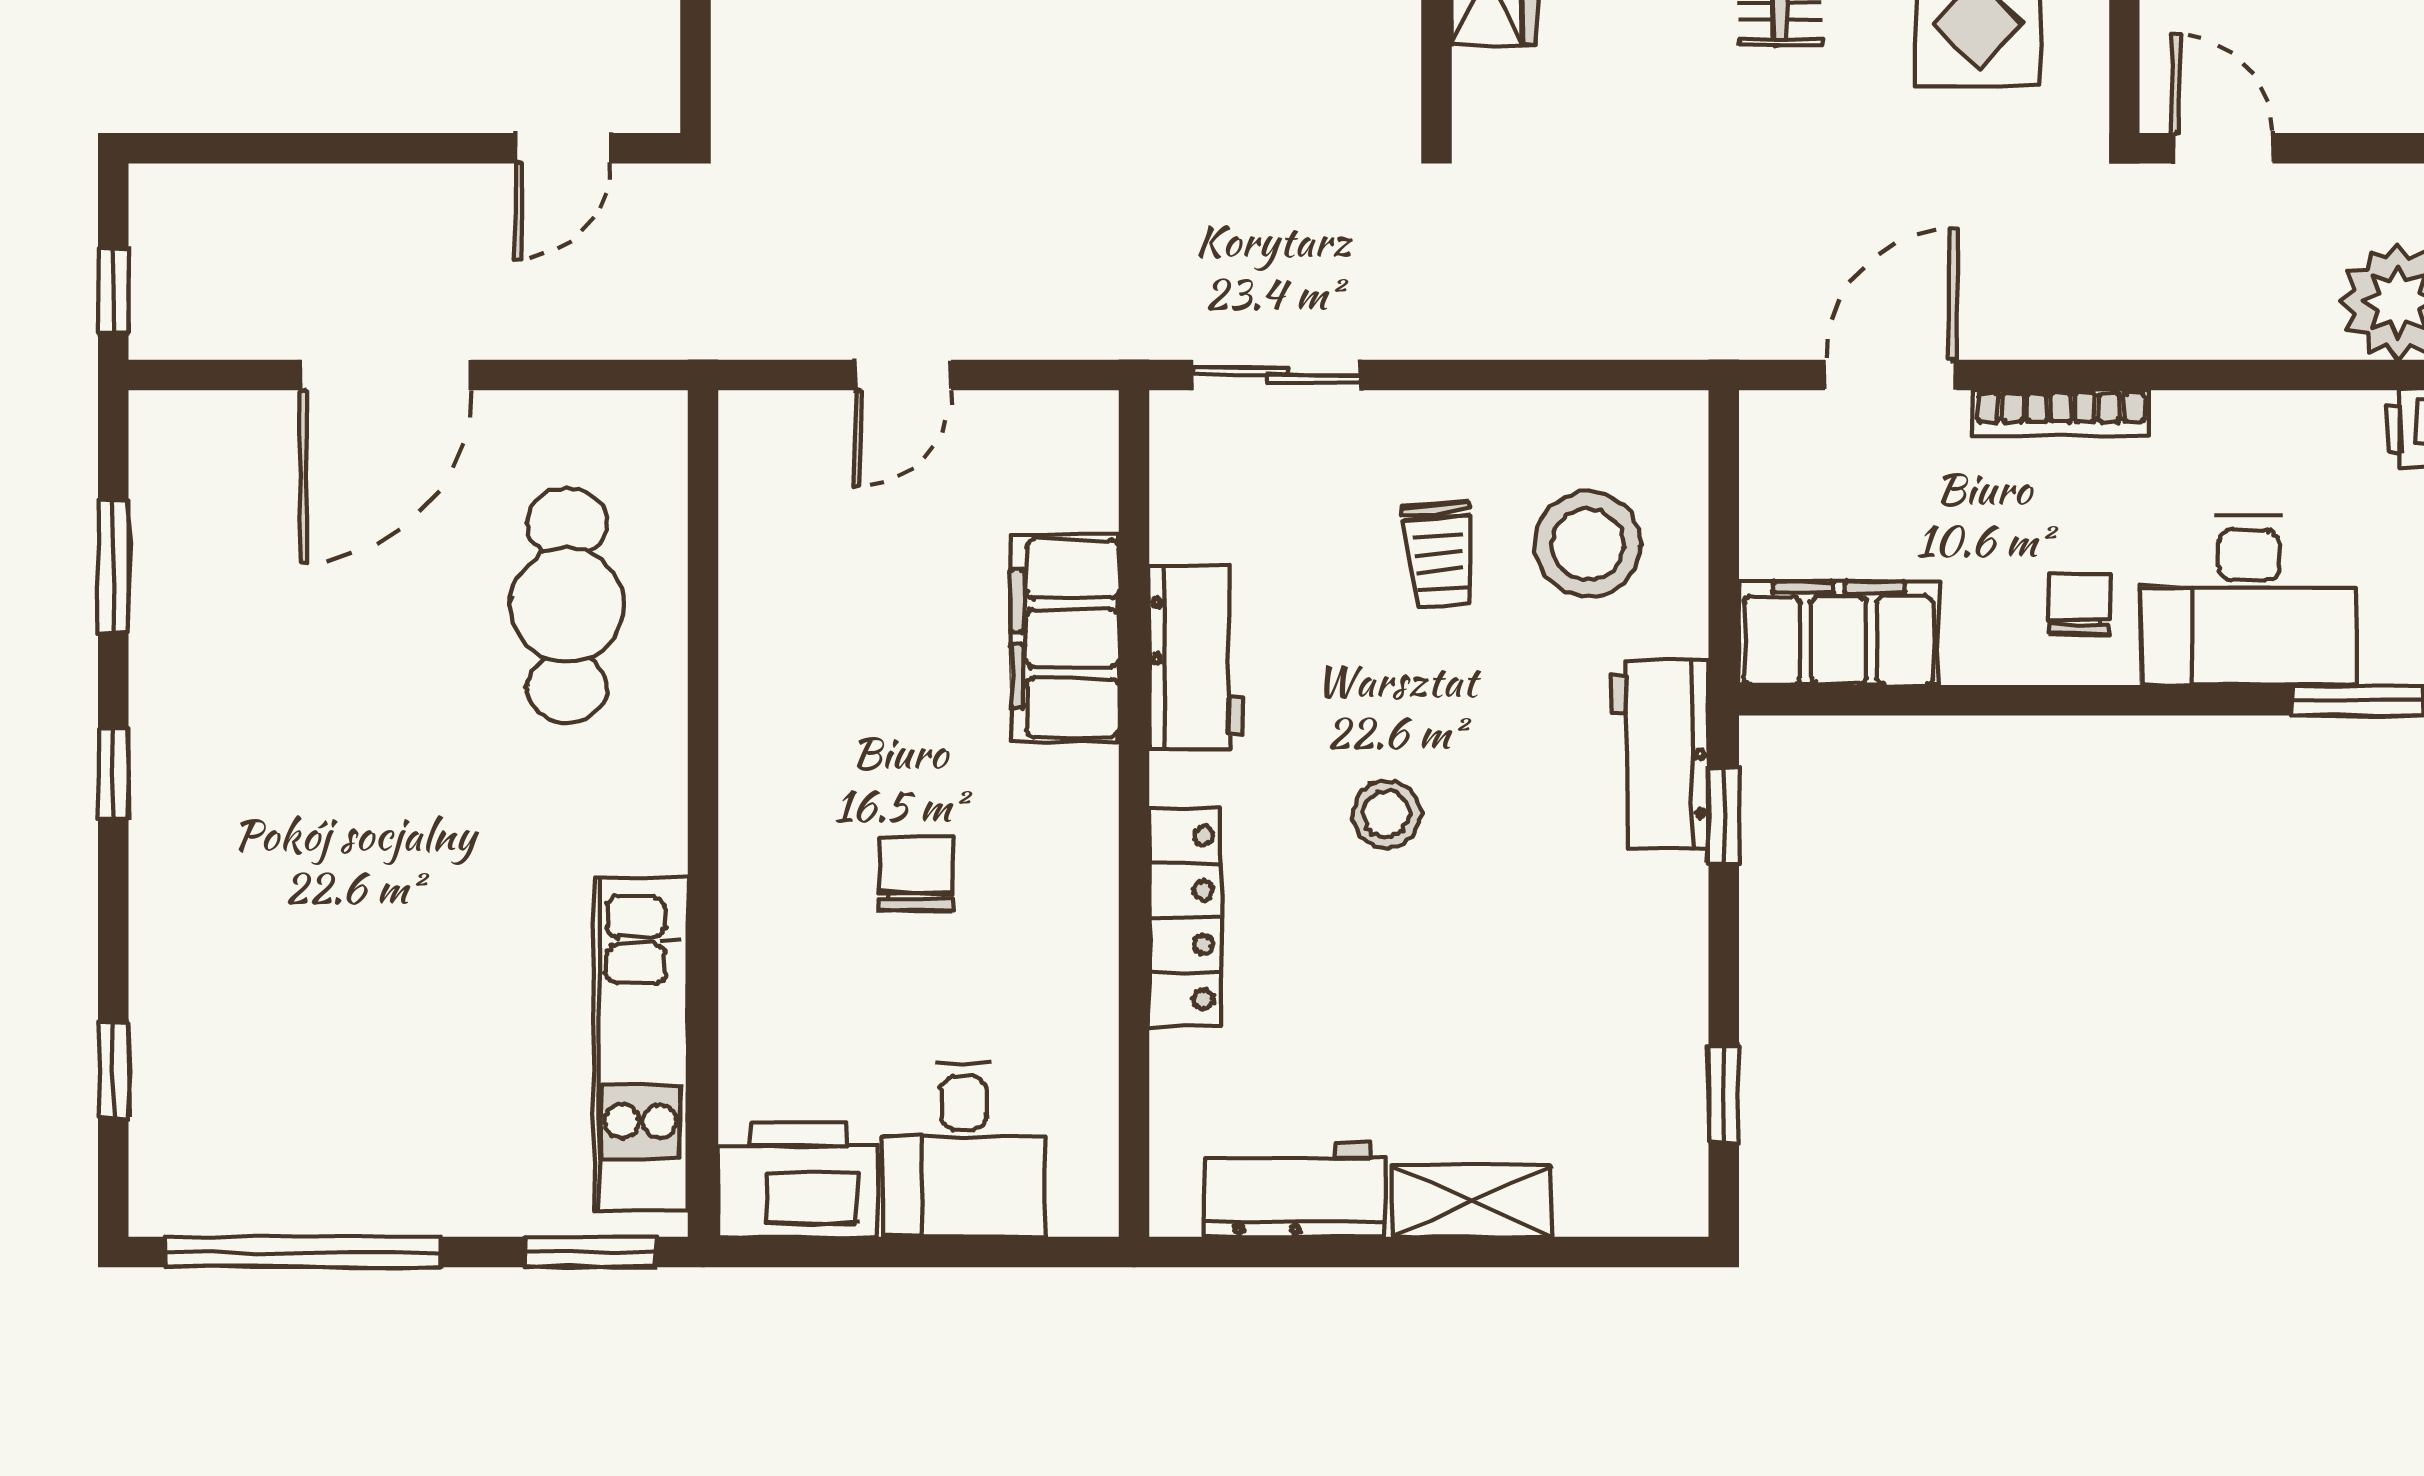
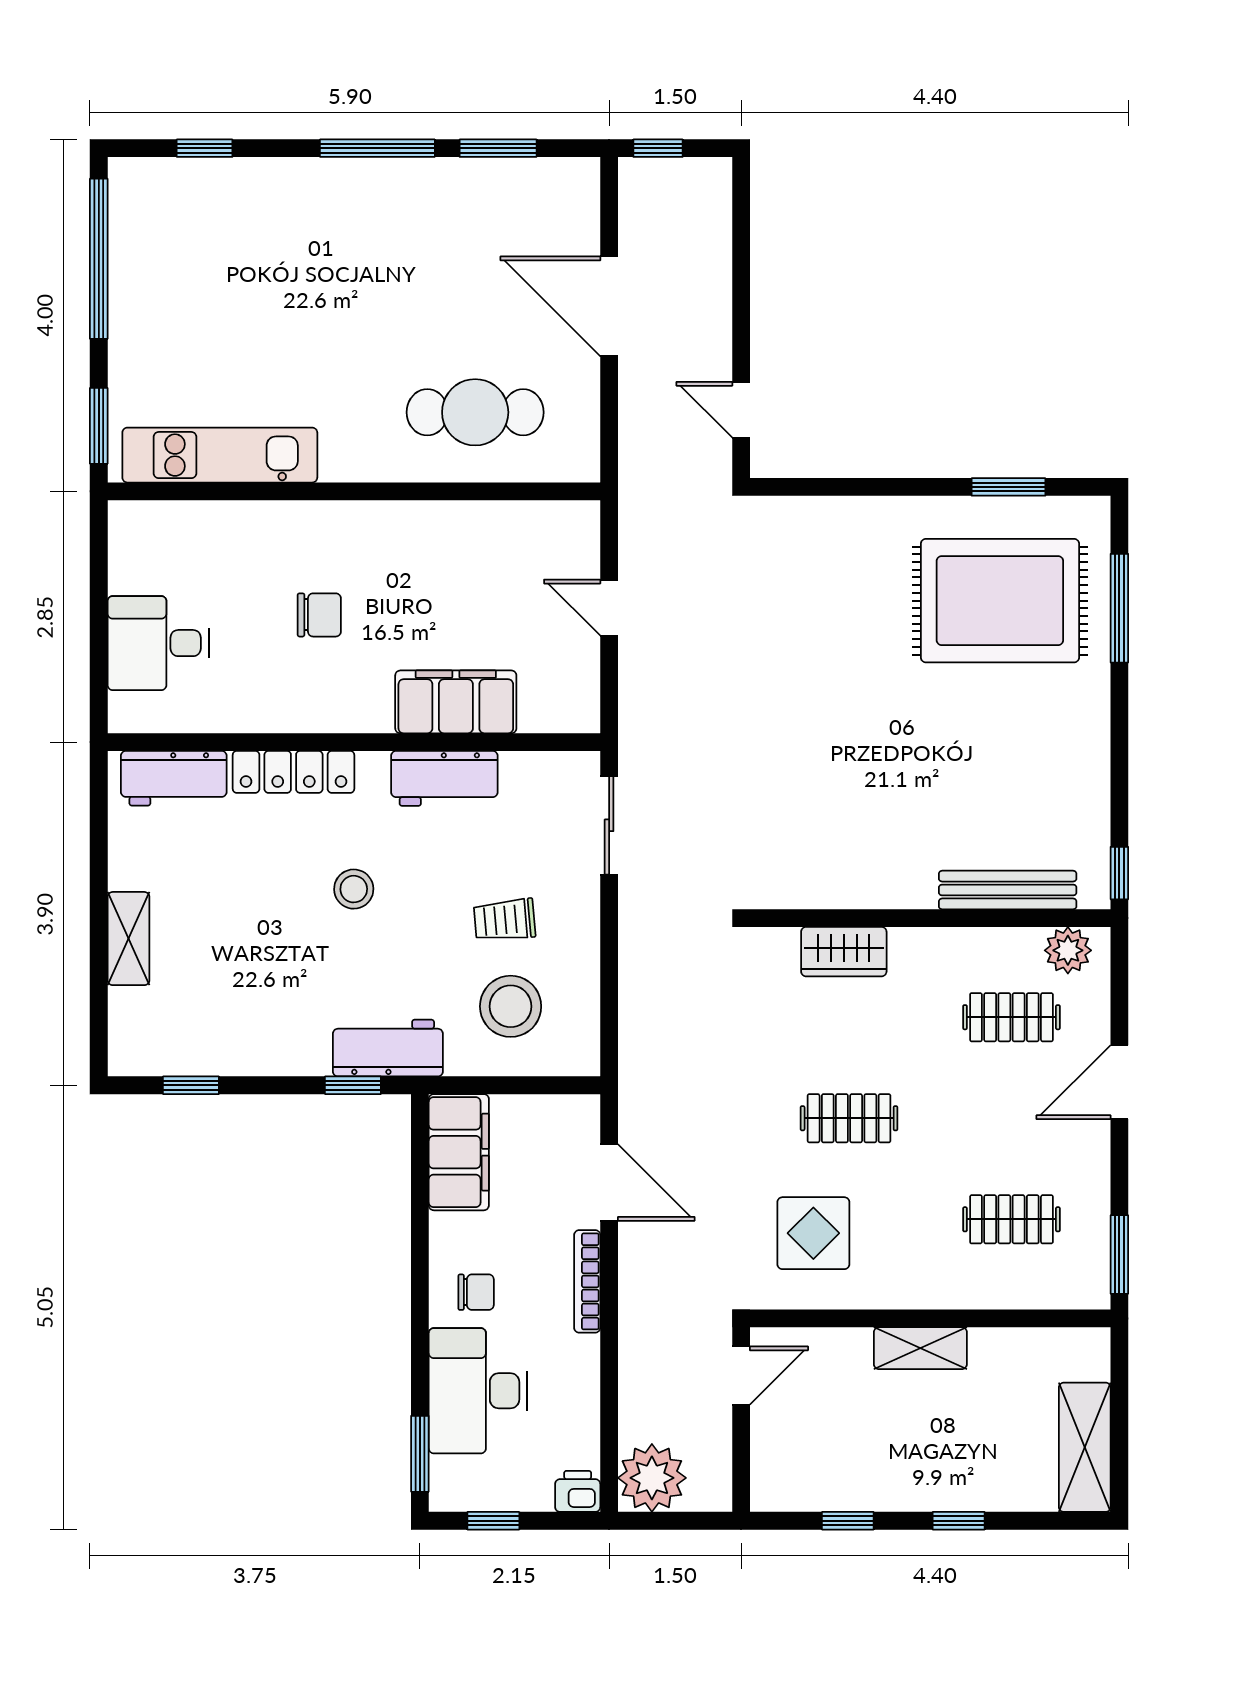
window: (113, 773) -> (377, 148), width x2.17
printer: (798, 1180) -> (141, 546), removed
workbench: (1294, 1190) -> (174, 778), moved, turned 90

